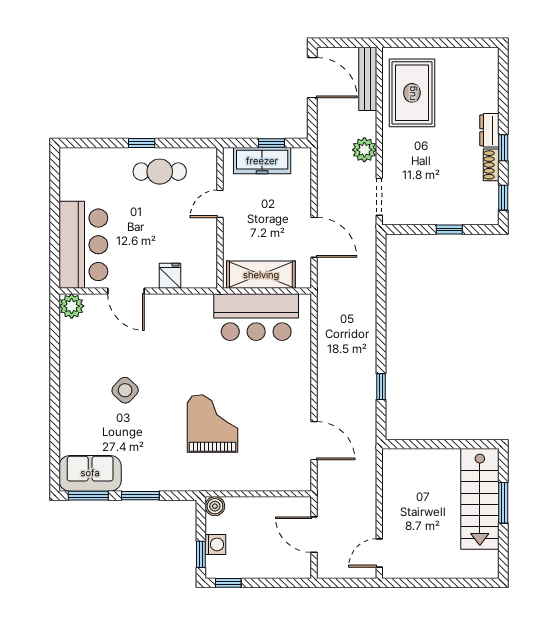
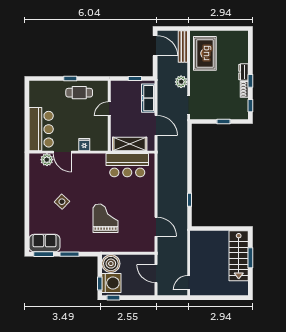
freezer: (262, 161) -> (148, 98), moved, turned 90
plant: (72, 306) -> (47, 160), moved
boiler: (215, 506) -> (111, 264), width x1.86, depth x1.86
washing machine: (215, 544) -> (111, 283), width x1.89, depth x1.89

